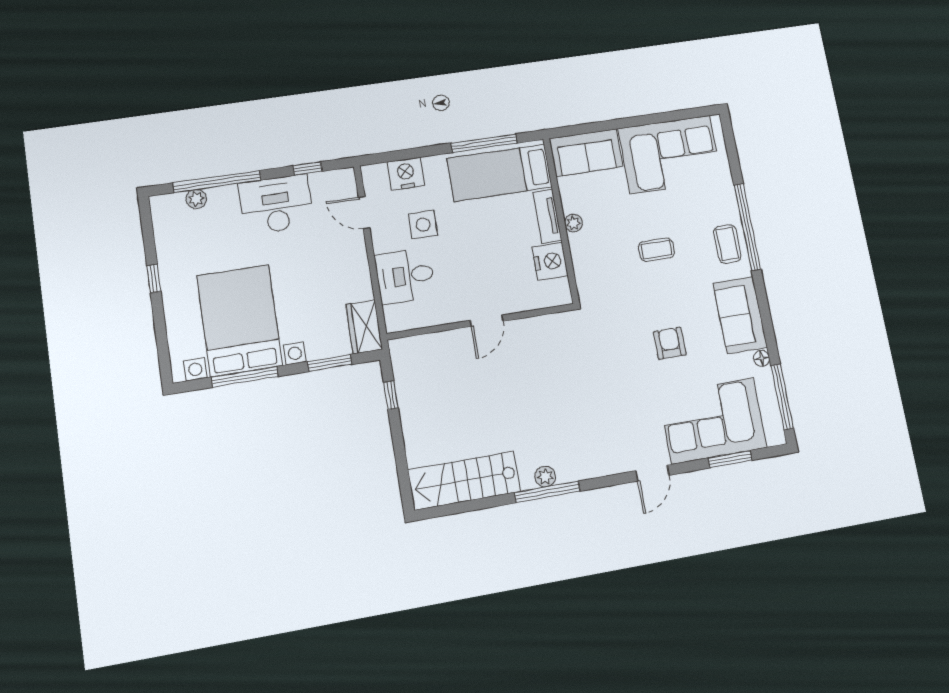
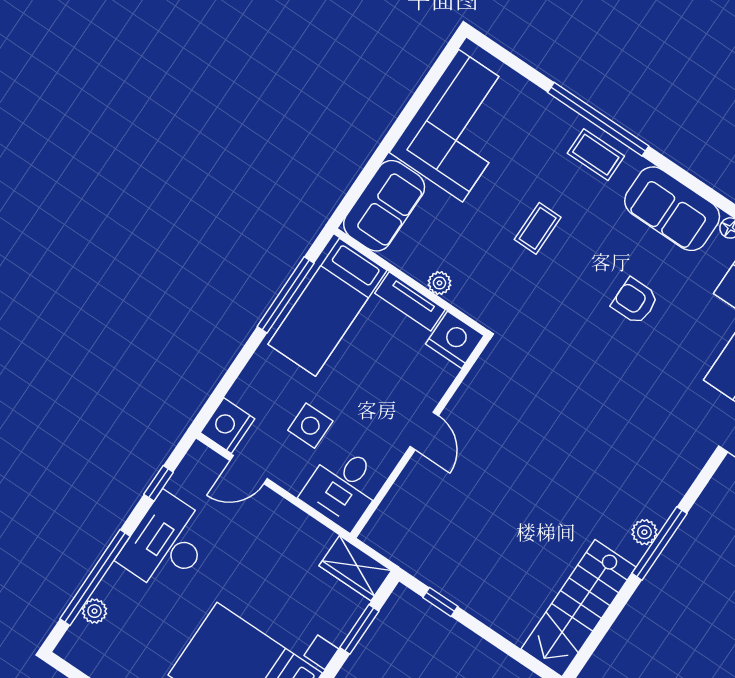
nightstand: (406, 174) -> (228, 426), moved
door: (487, 321) -> (424, 431), moved
wall: (481, 322) -> (420, 437), moved

